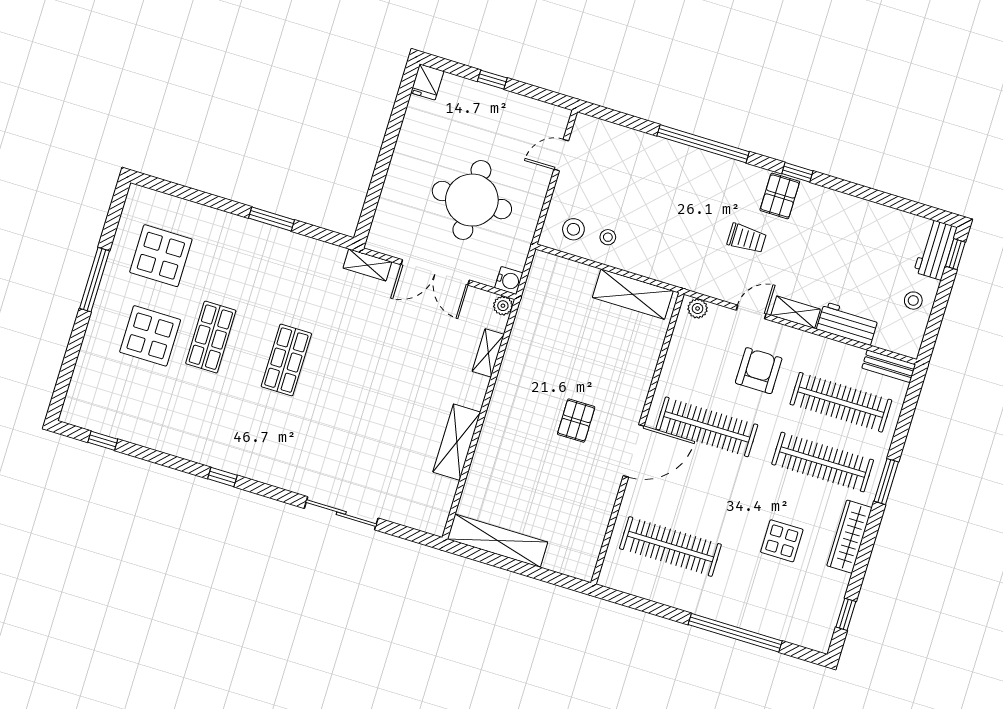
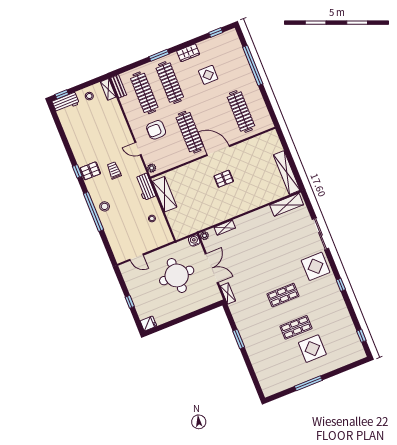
stool: (573, 229) -> (105, 206), moved
display table: (161, 256) -> (316, 266), moved
shelving: (796, 312) -> (108, 89), moved
workbench: (847, 324) -> (145, 187), moved
shelving: (457, 442) -> (287, 205), moved
wardrobe: (849, 537) -> (188, 53), width x0.67

